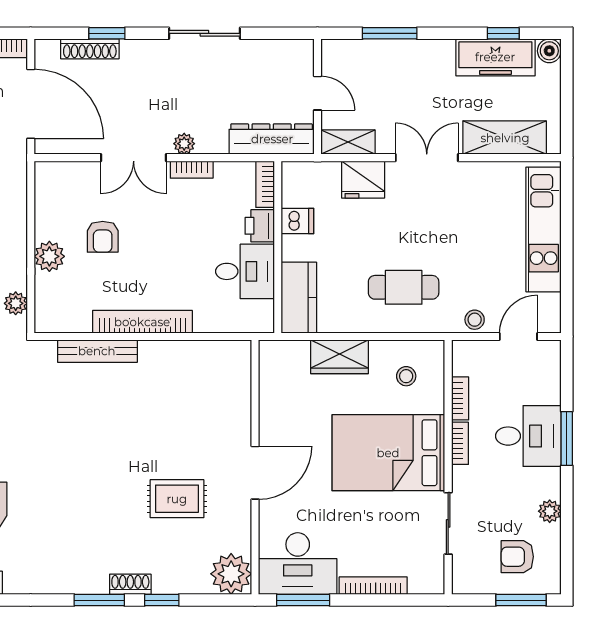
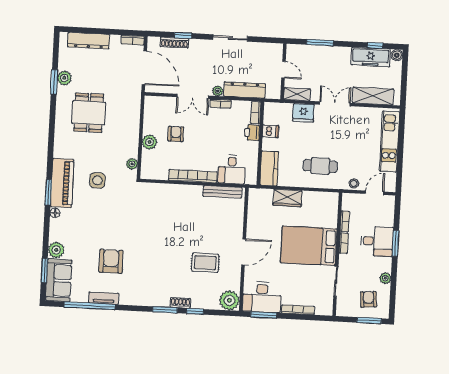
dresser: (272, 139) -> (245, 90), moved
armchair: (103, 237) -> (176, 134), turned 180
desk: (245, 271) -> (232, 169), moved, turned 90
bench: (97, 351) -> (222, 192), moved
stool: (406, 376) -> (319, 209), removed
armchair: (517, 557) -> (368, 299), turned 85

